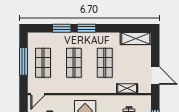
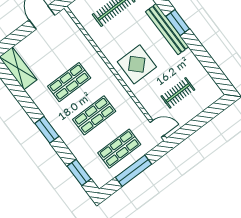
window: (62, 28) -> (79, 172), moved
shelving: (127, 88) -> (79, 37), removed

